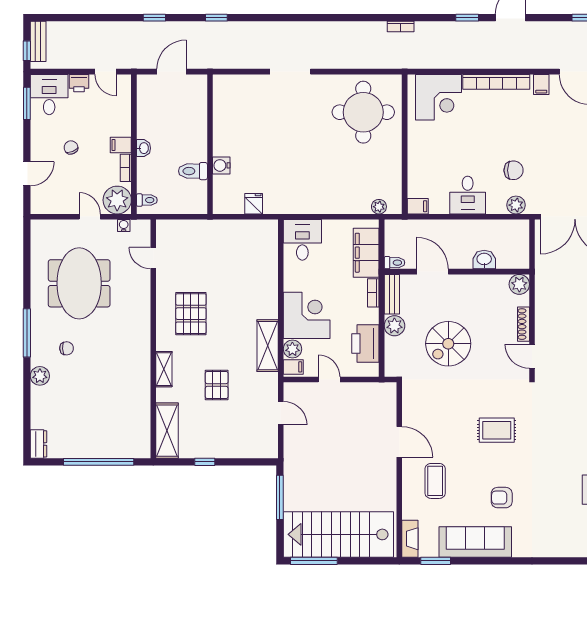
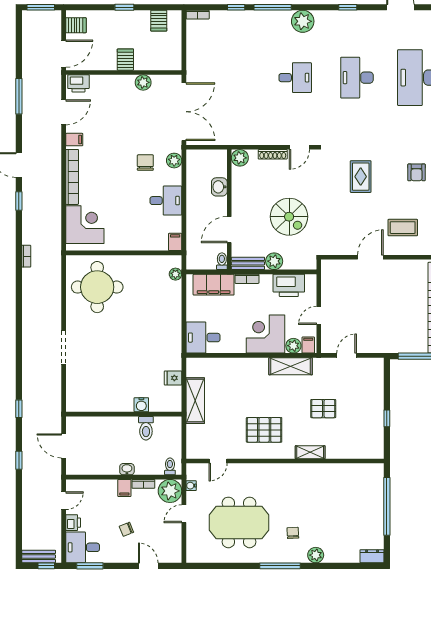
shelving: (167, 431) -> (195, 401), moved, turned 90

